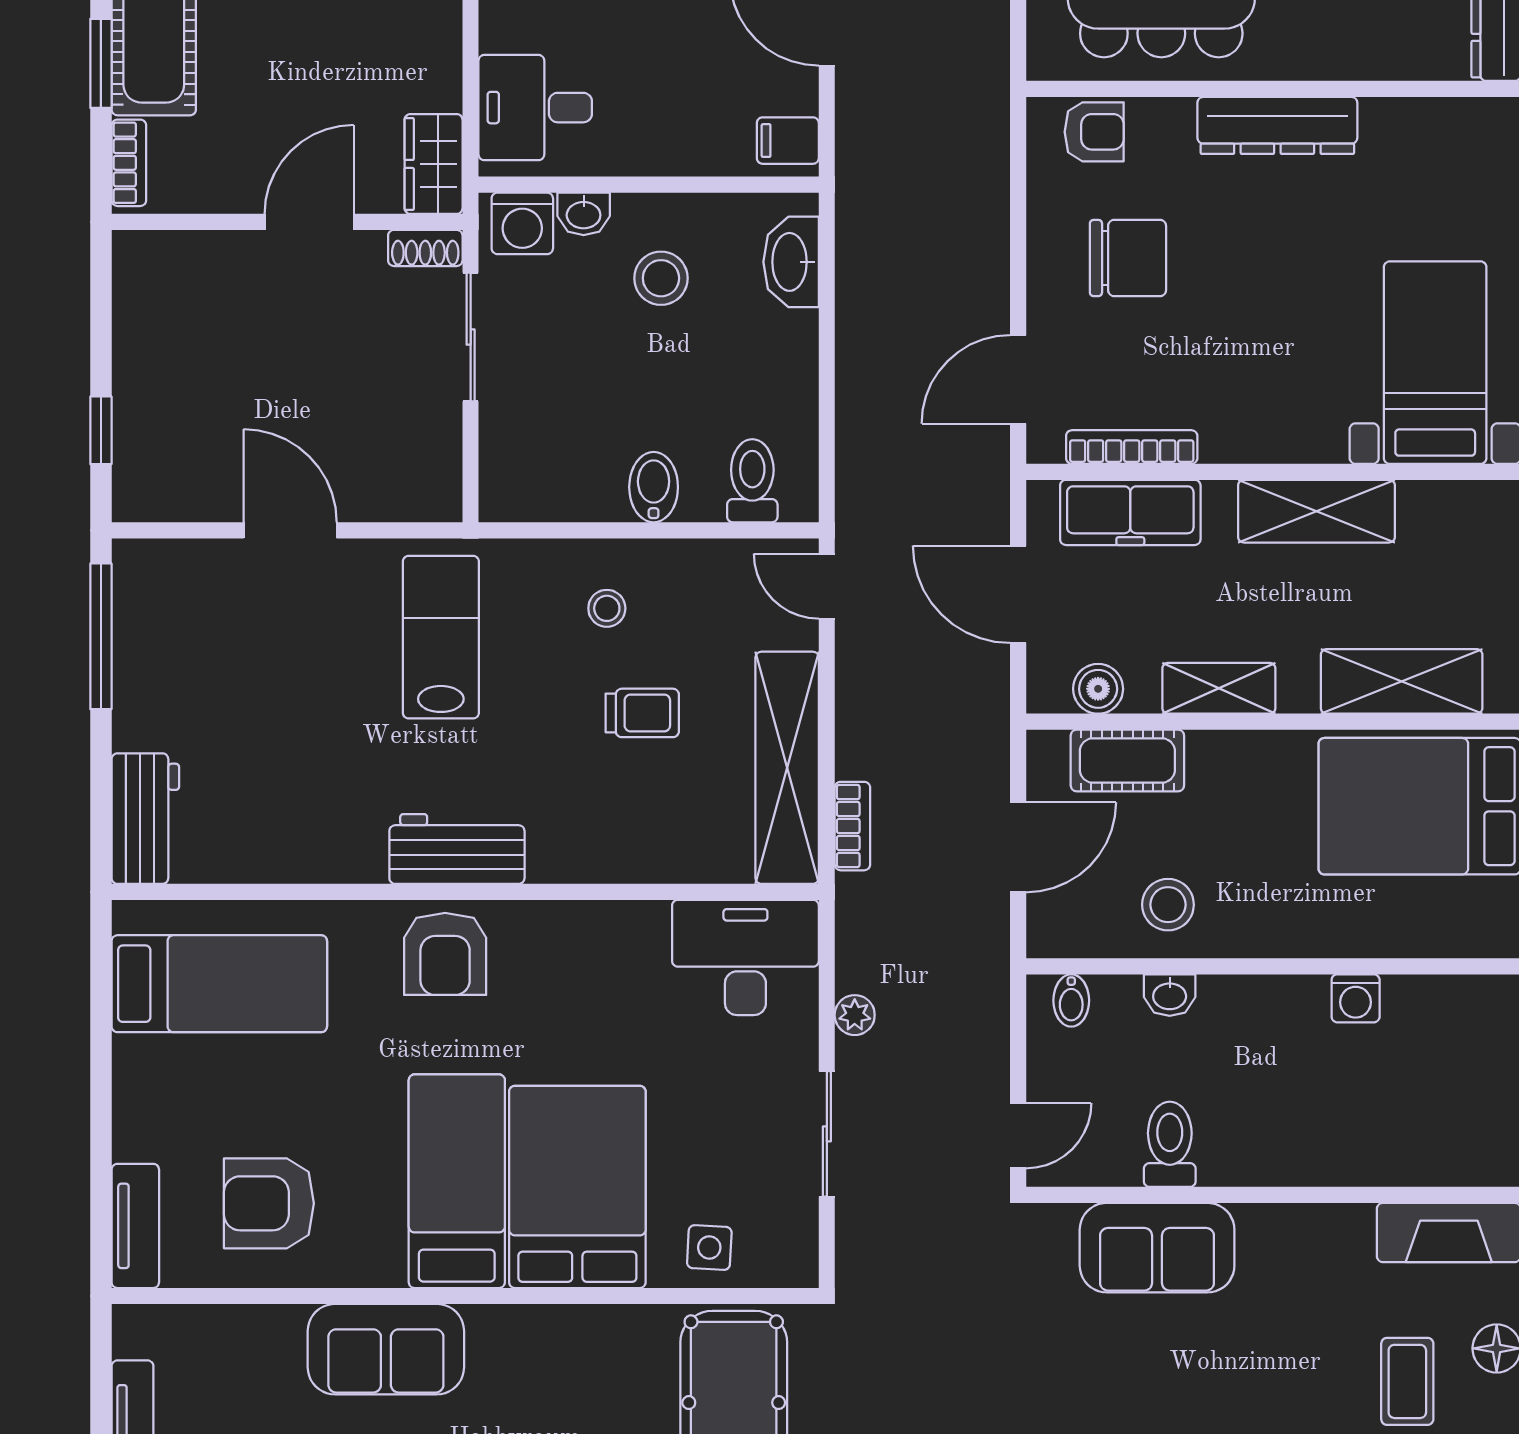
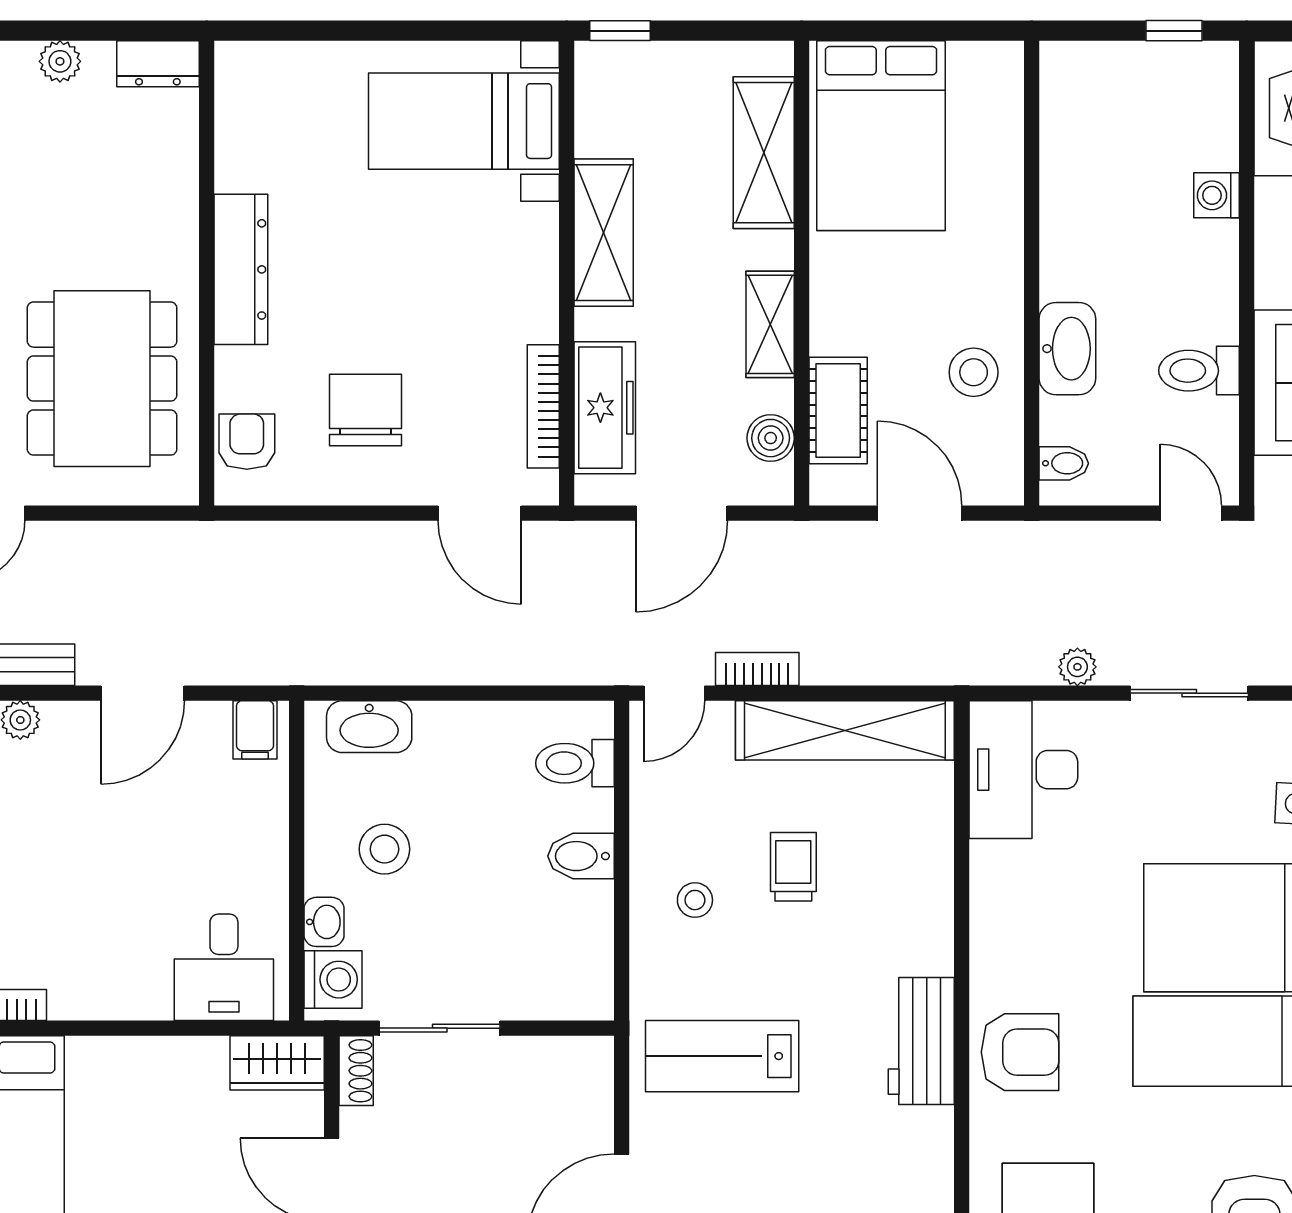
bookcase: (852, 826) -> (757, 669), moved
washbasin: (1170, 995) -> (1067, 349), width x1.91, depth x1.45
washing machine: (1356, 998) -> (1217, 195), moved, turned 180

